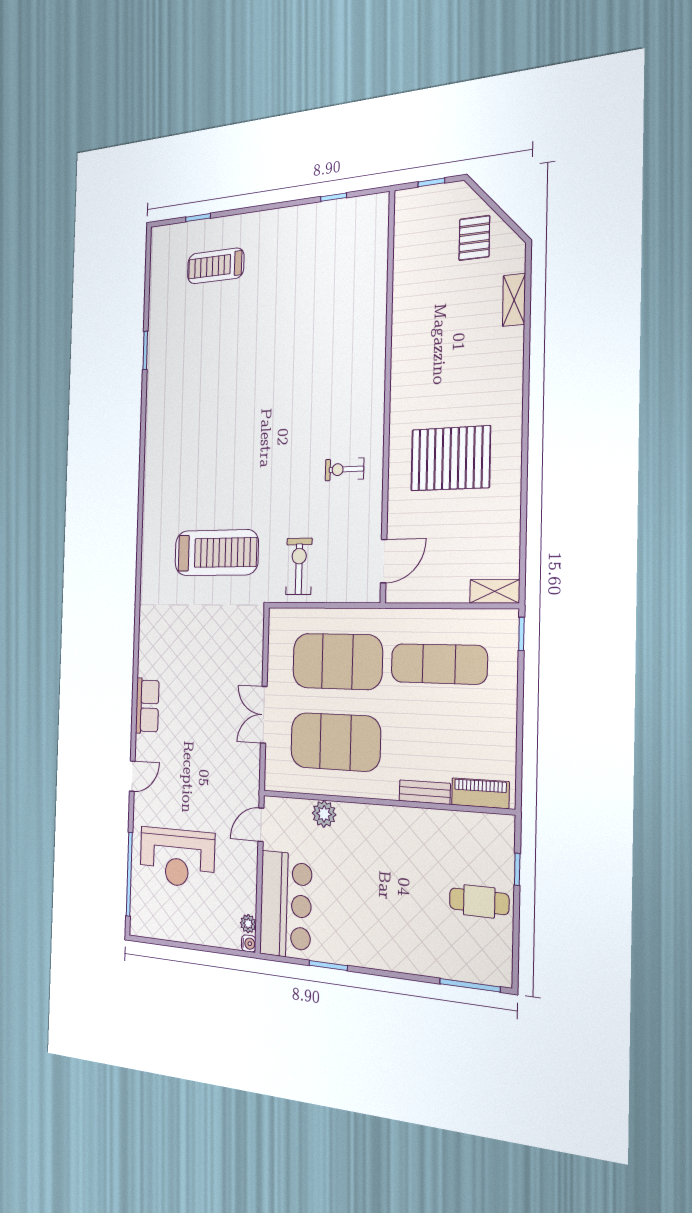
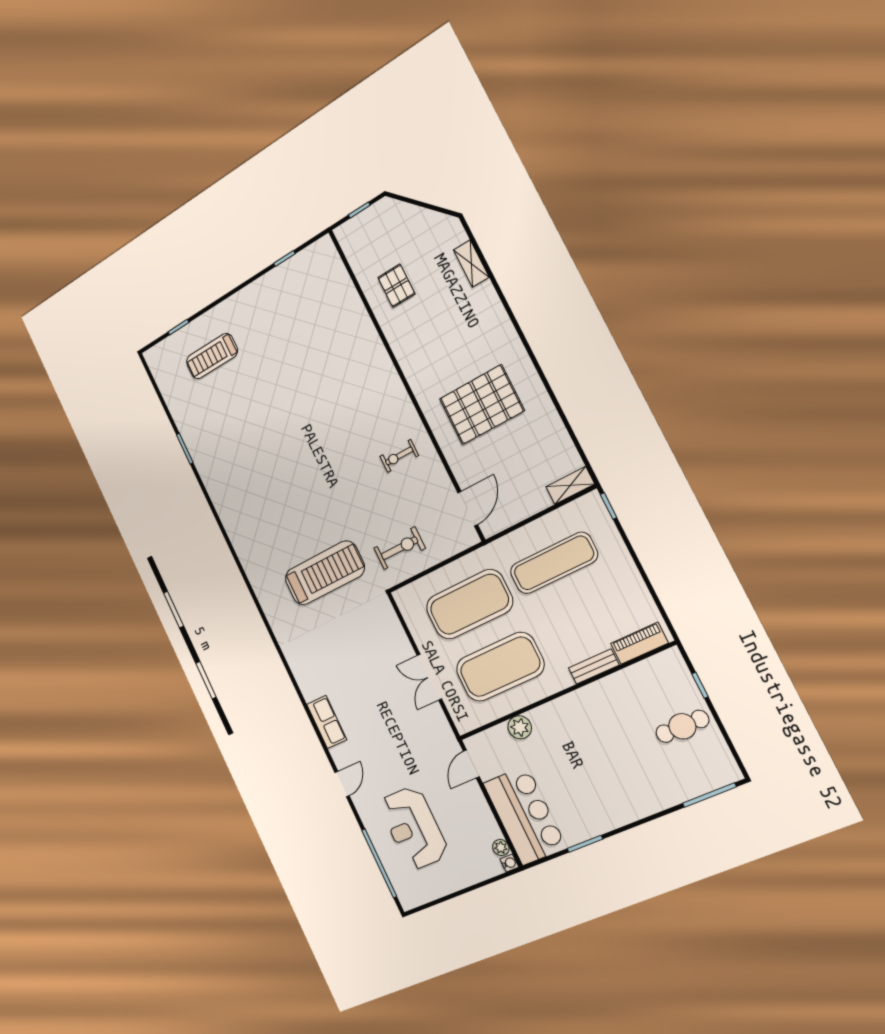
pallet: (474, 238) -> (396, 286), moved
exercise bike: (299, 566) -> (400, 548), turned 90
reception desk: (177, 857) -> (413, 828), turned 90

